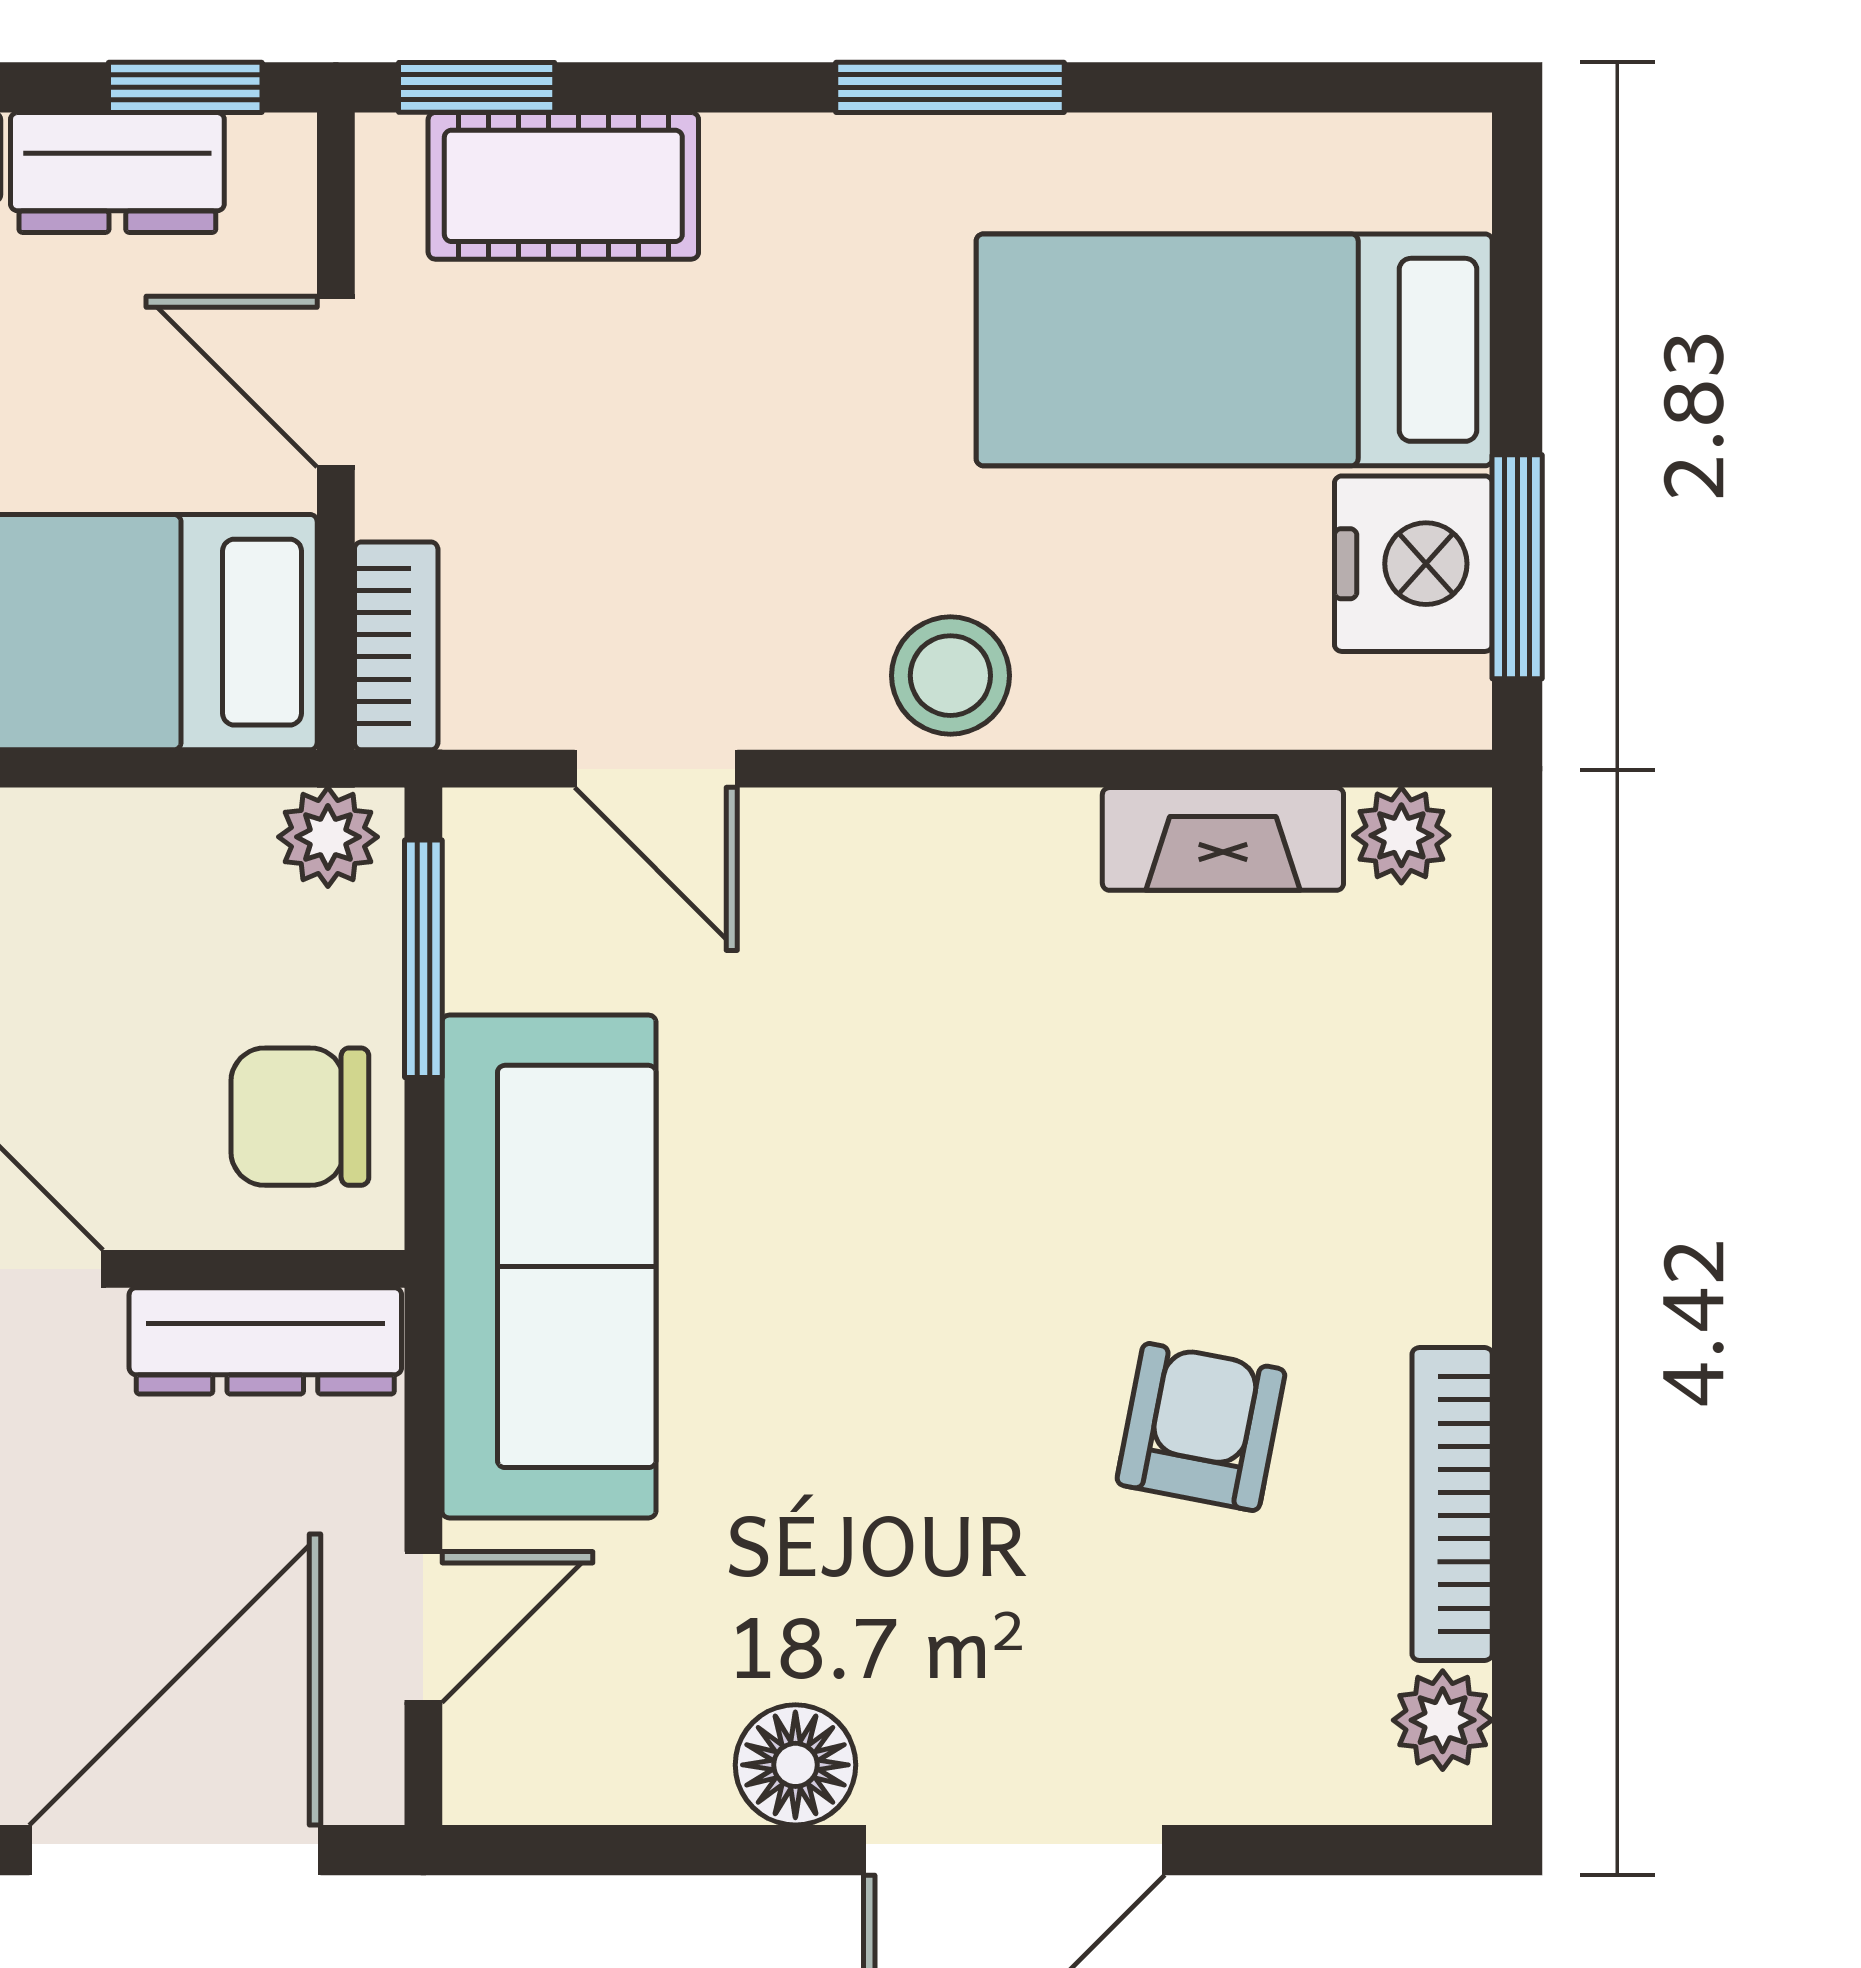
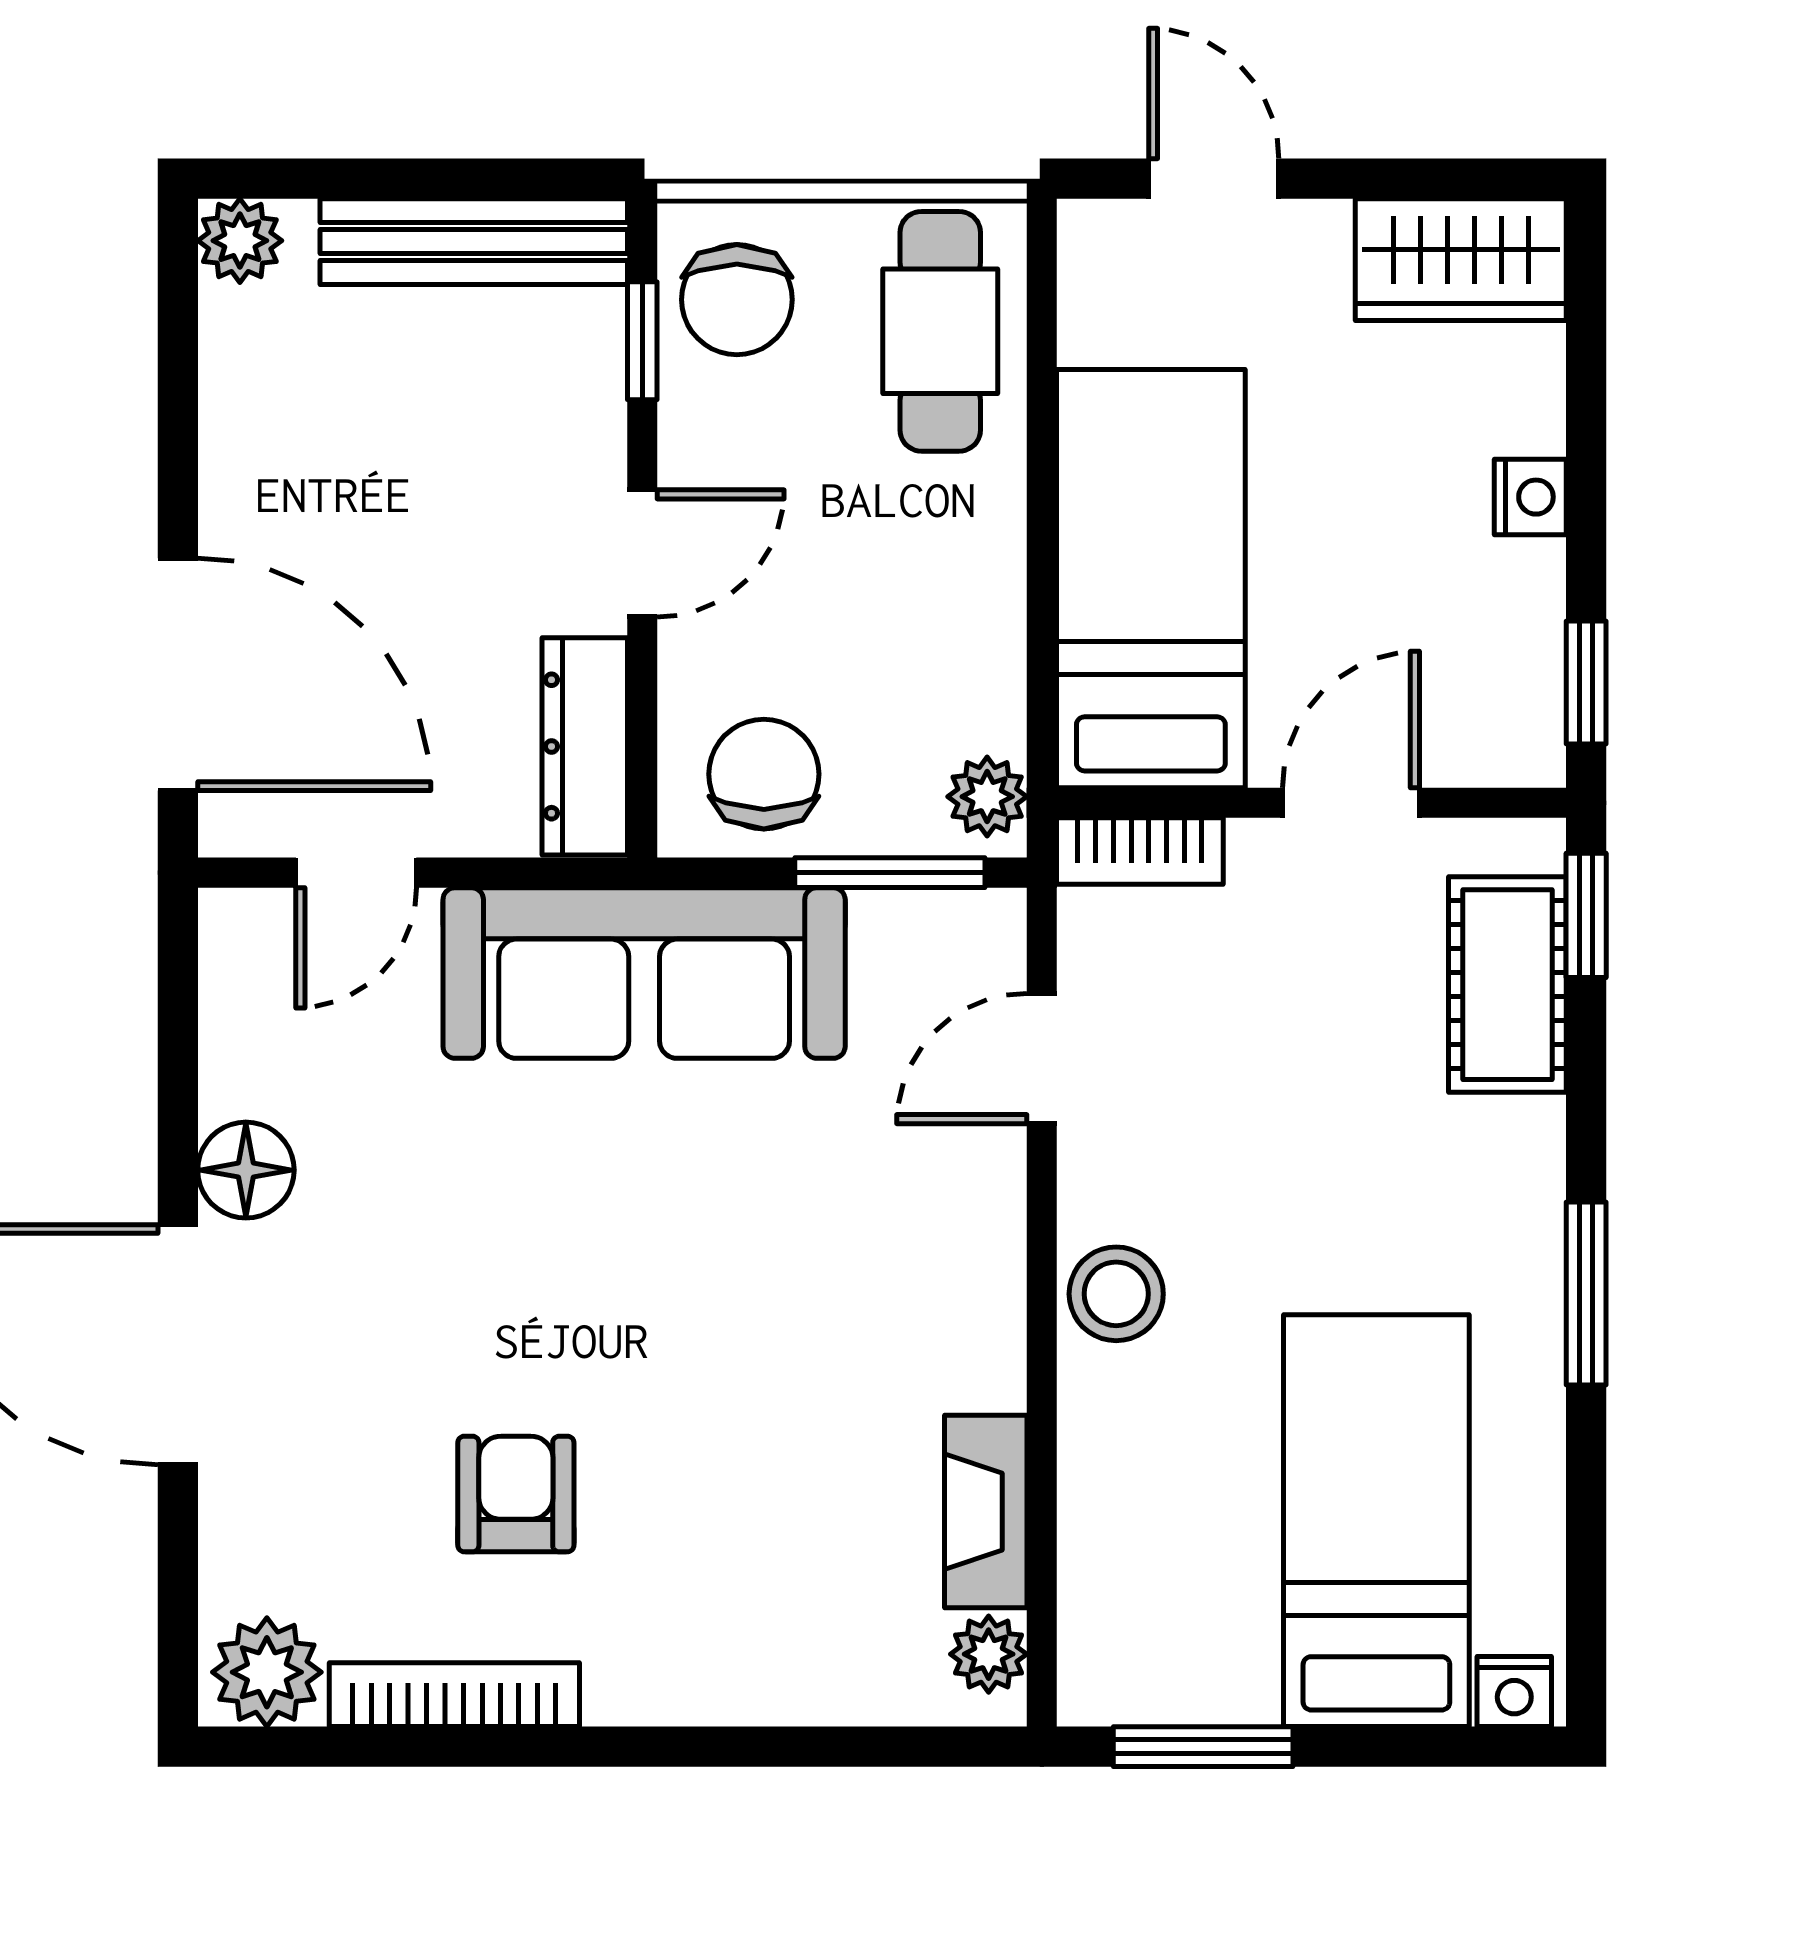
dresser: (117, 172) -> (1518, 628), removed
nightstand: (1413, 564) -> (1514, 1692), moved, width x0.53, depth x0.56
armchair: (1201, 1427) -> (516, 1494), turned -101
door: (423, 1627) -> (356, 873), hinge flipped
plant: (1443, 1720) -> (267, 1672), width x1.38, depth x1.38

